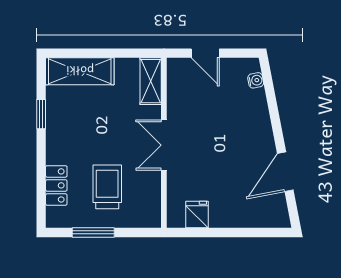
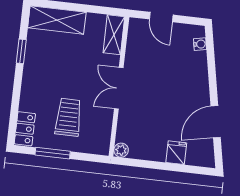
locker: (56, 185) -> (25, 129), moved
fridge: (197, 215) -> (176, 153), moved
plant: (175, 219) -> (121, 150), added

